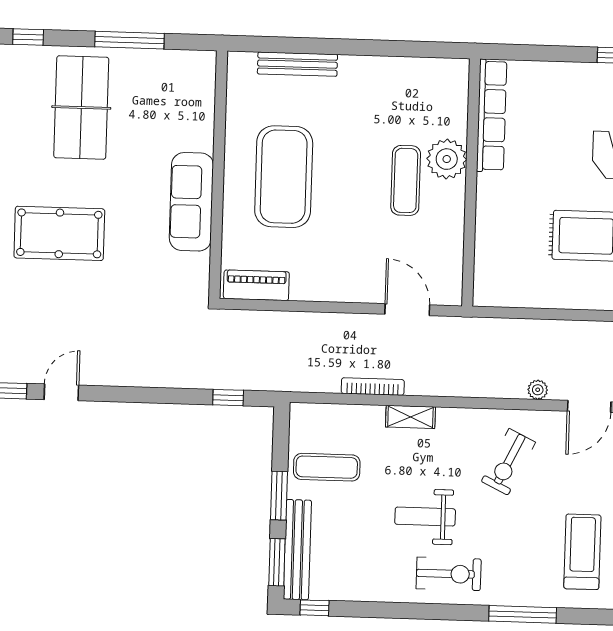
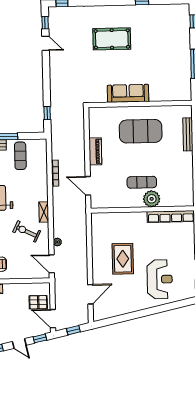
table tennis table: (81, 108) -> (165, 45), removed
pool table: (59, 233) -> (112, 39), turned 90
piano: (256, 285) -> (95, 151), moved
door: (407, 310) -> (88, 186), swing flipped
shelving: (410, 417) -> (44, 212), moved

